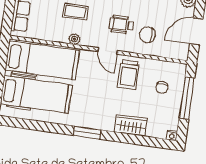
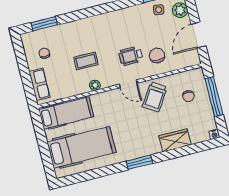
chair: (147, 35) -> (157, 56), turned 90
hospital bed: (42, 60) -> (66, 113), width x0.73, depth x0.78
trolley: (128, 75) -> (155, 97), turned 33

